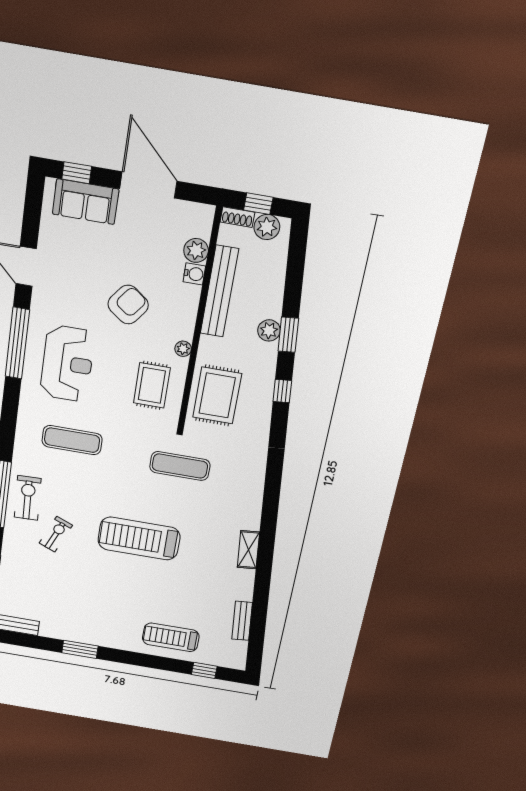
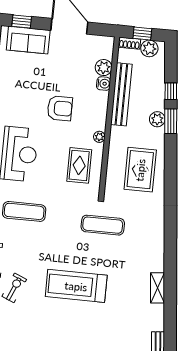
armchair: (128, 305) -> (60, 108), turned 53
window: (282, 391) -> (171, 91), moved
rug: (217, 395) -> (140, 170), moved

